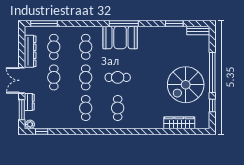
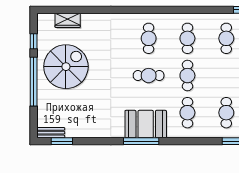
window: (174, 23) -> (62, 141), moved
cafe table: (54, 77) -> (226, 38), moved
wardrobe: (179, 123) -> (68, 20), width x0.67

